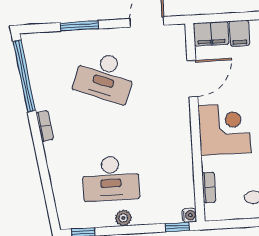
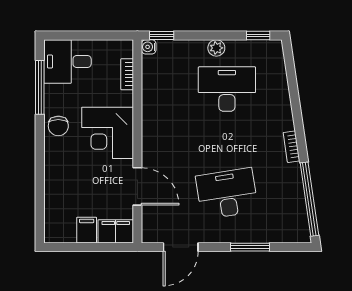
desk: (105, 77) -> (227, 194), turned -30
door: (192, 79) -> (137, 186), swing flipped

